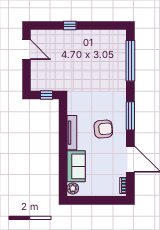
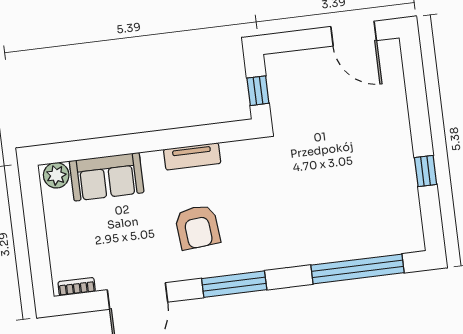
window: (70, 25) -> (426, 171), moved
door: (26, 50) -> (354, 34), hinge flipped
tv unit: (72, 133) -> (192, 156), width x0.71

